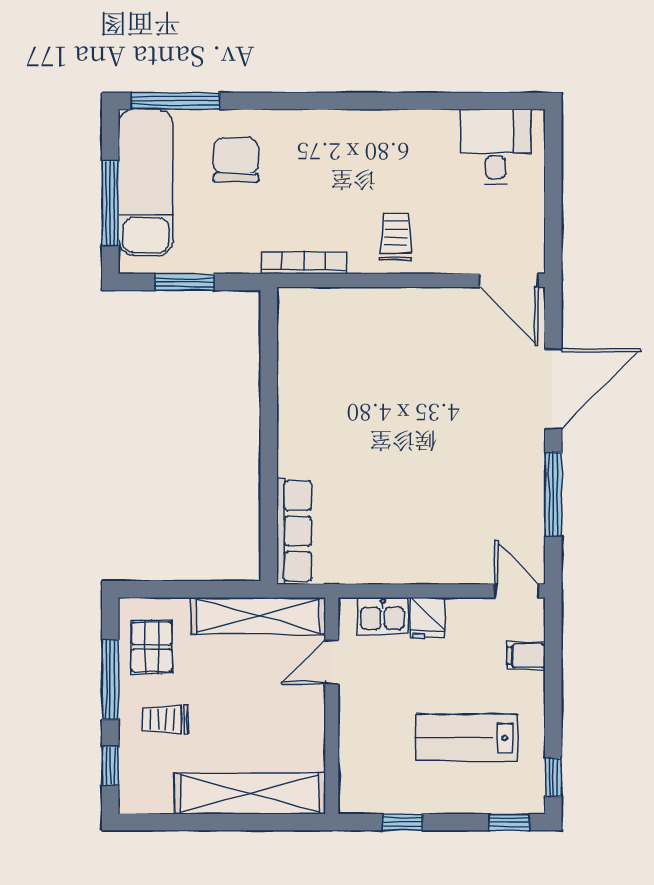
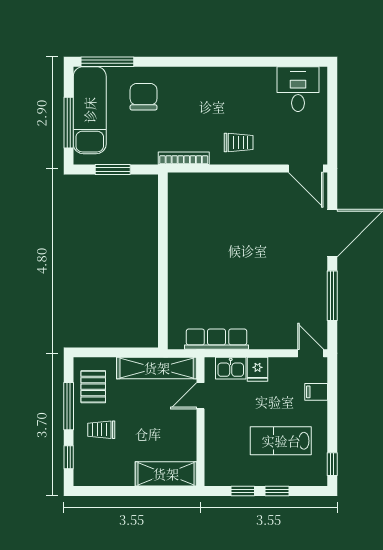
trolley: (396, 236) -> (239, 142), turned 90
row of seats: (294, 531) -> (217, 339), moved, turned -90
shelving: (250, 794) -> (166, 474), width x0.68
window: (509, 822) -> (277, 491), moved

